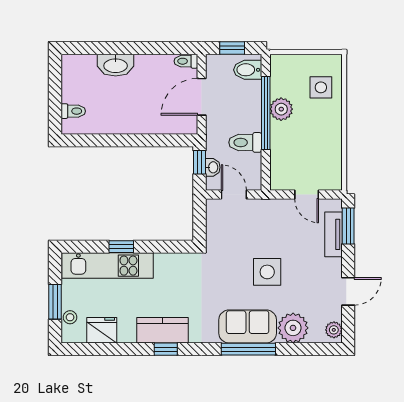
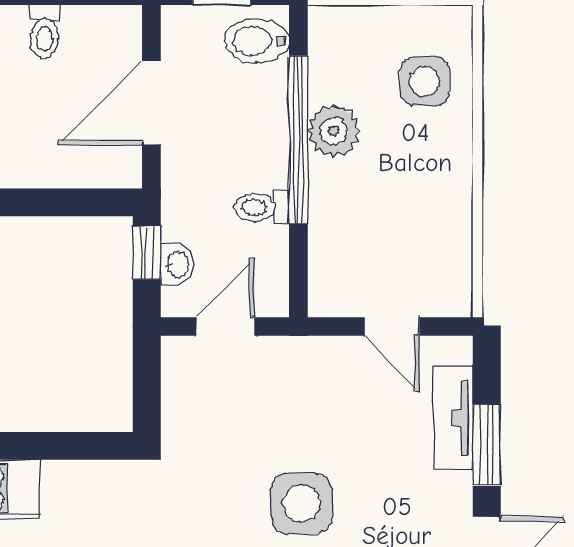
toilet: (186, 61) -> (44, 32), moved, turned -90
toilet: (245, 142) -> (262, 207), width x0.73, depth x0.72
door: (234, 195) -> (225, 326), hinge flipped
window: (348, 226) -> (487, 445), moved

